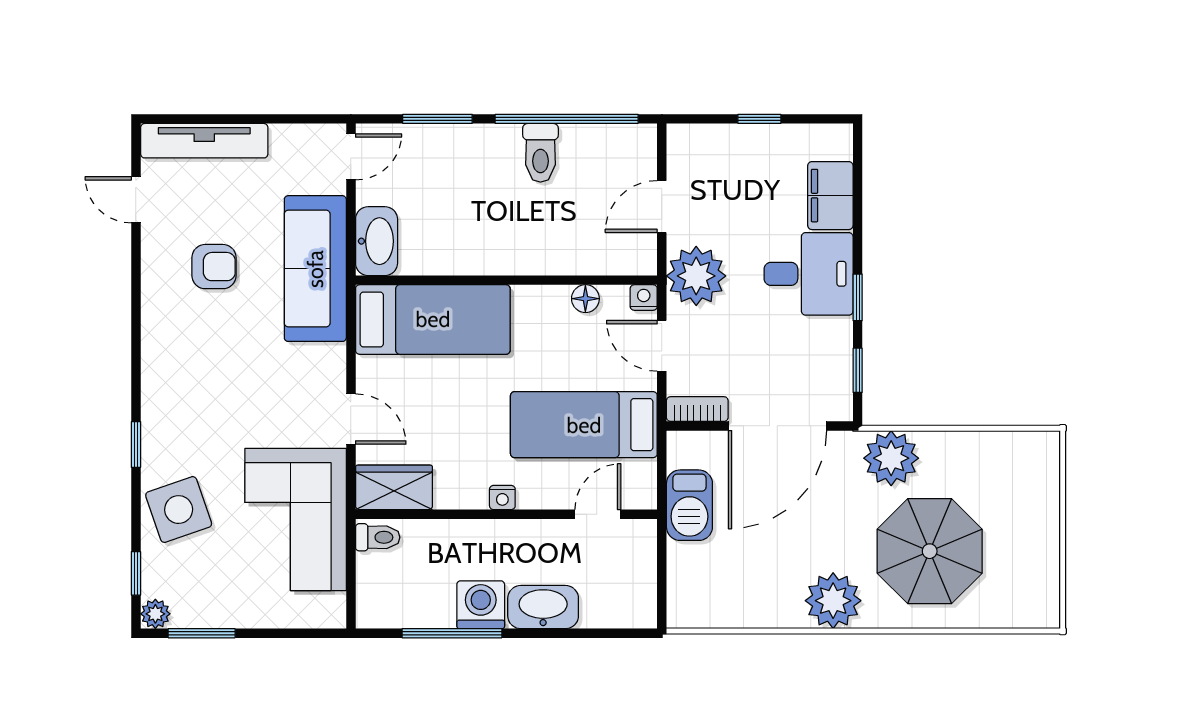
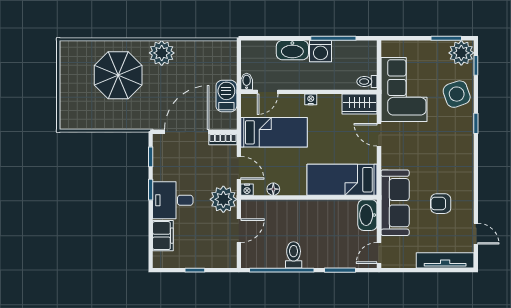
plant: (891, 458) -> (136, 117), removed
bidet: (645, 537) -> (247, 82), added
plant: (155, 614) -> (461, 53), width x1.88, depth x1.88

